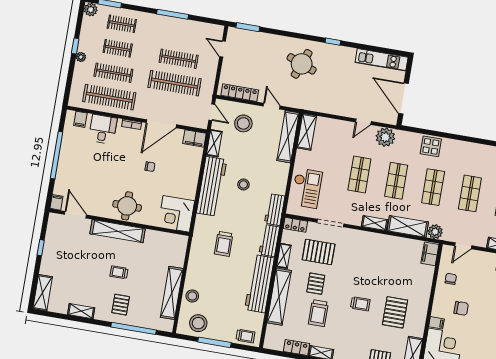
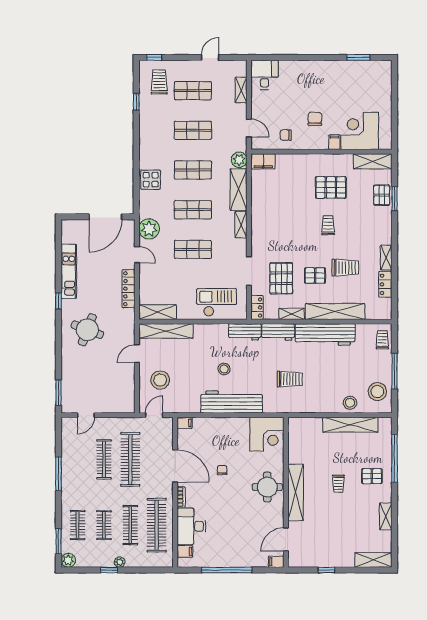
kitchen unit: (382, 60) -> (69, 271), moved
locker: (240, 93) -> (129, 289), moved
desk: (103, 129) -> (191, 526), width x1.37
filing cabinet: (194, 138) -> (185, 423), width x0.50
shelving: (214, 143) -> (186, 407), removed

